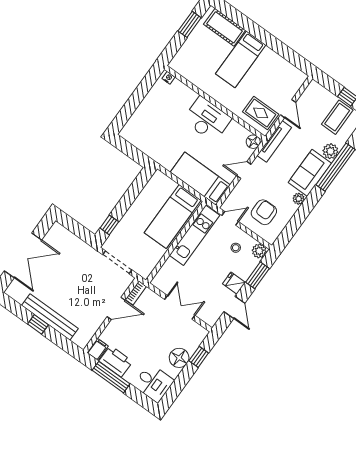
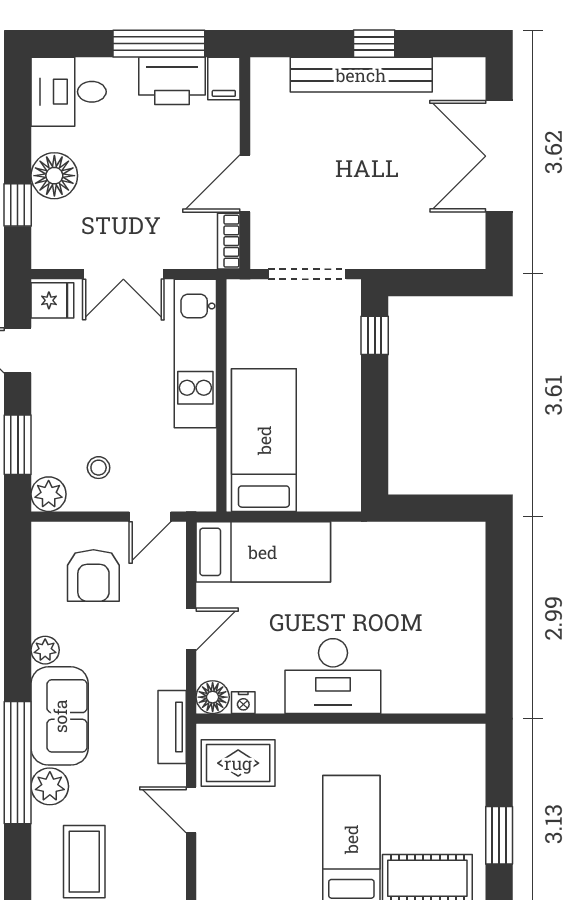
nightstand: (169, 78) -> (243, 703), moved
tv unit: (274, 141) -> (172, 727), width x0.71
kitchen unit: (195, 235) -> (195, 354), moved
fridge: (234, 283) -> (52, 300), moved

